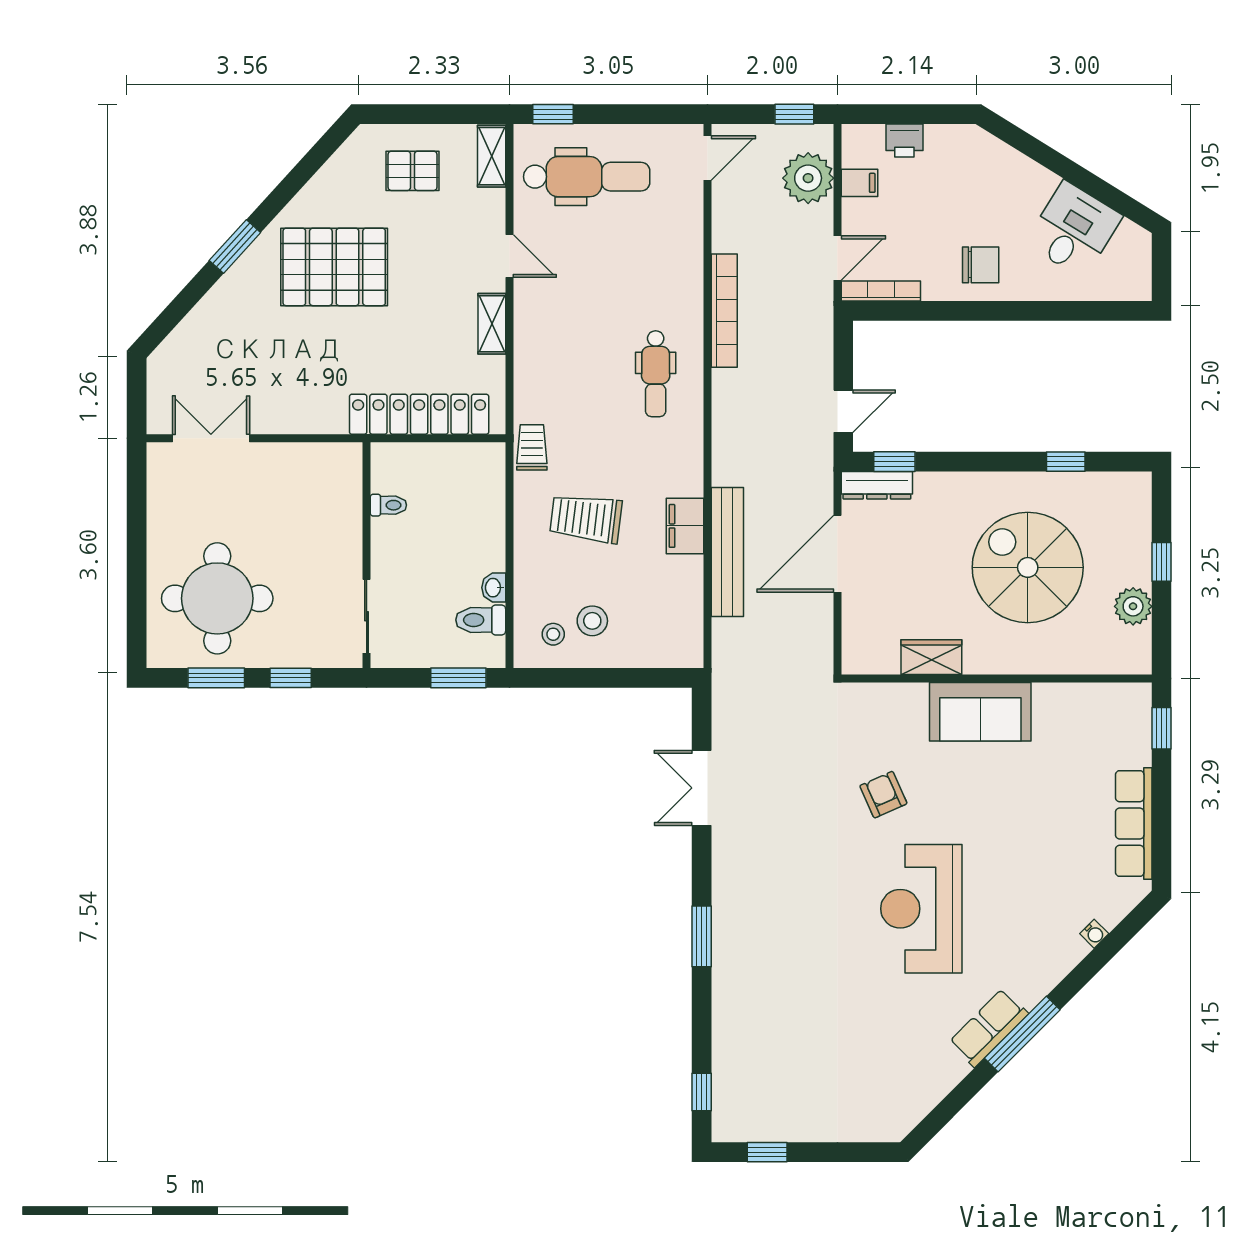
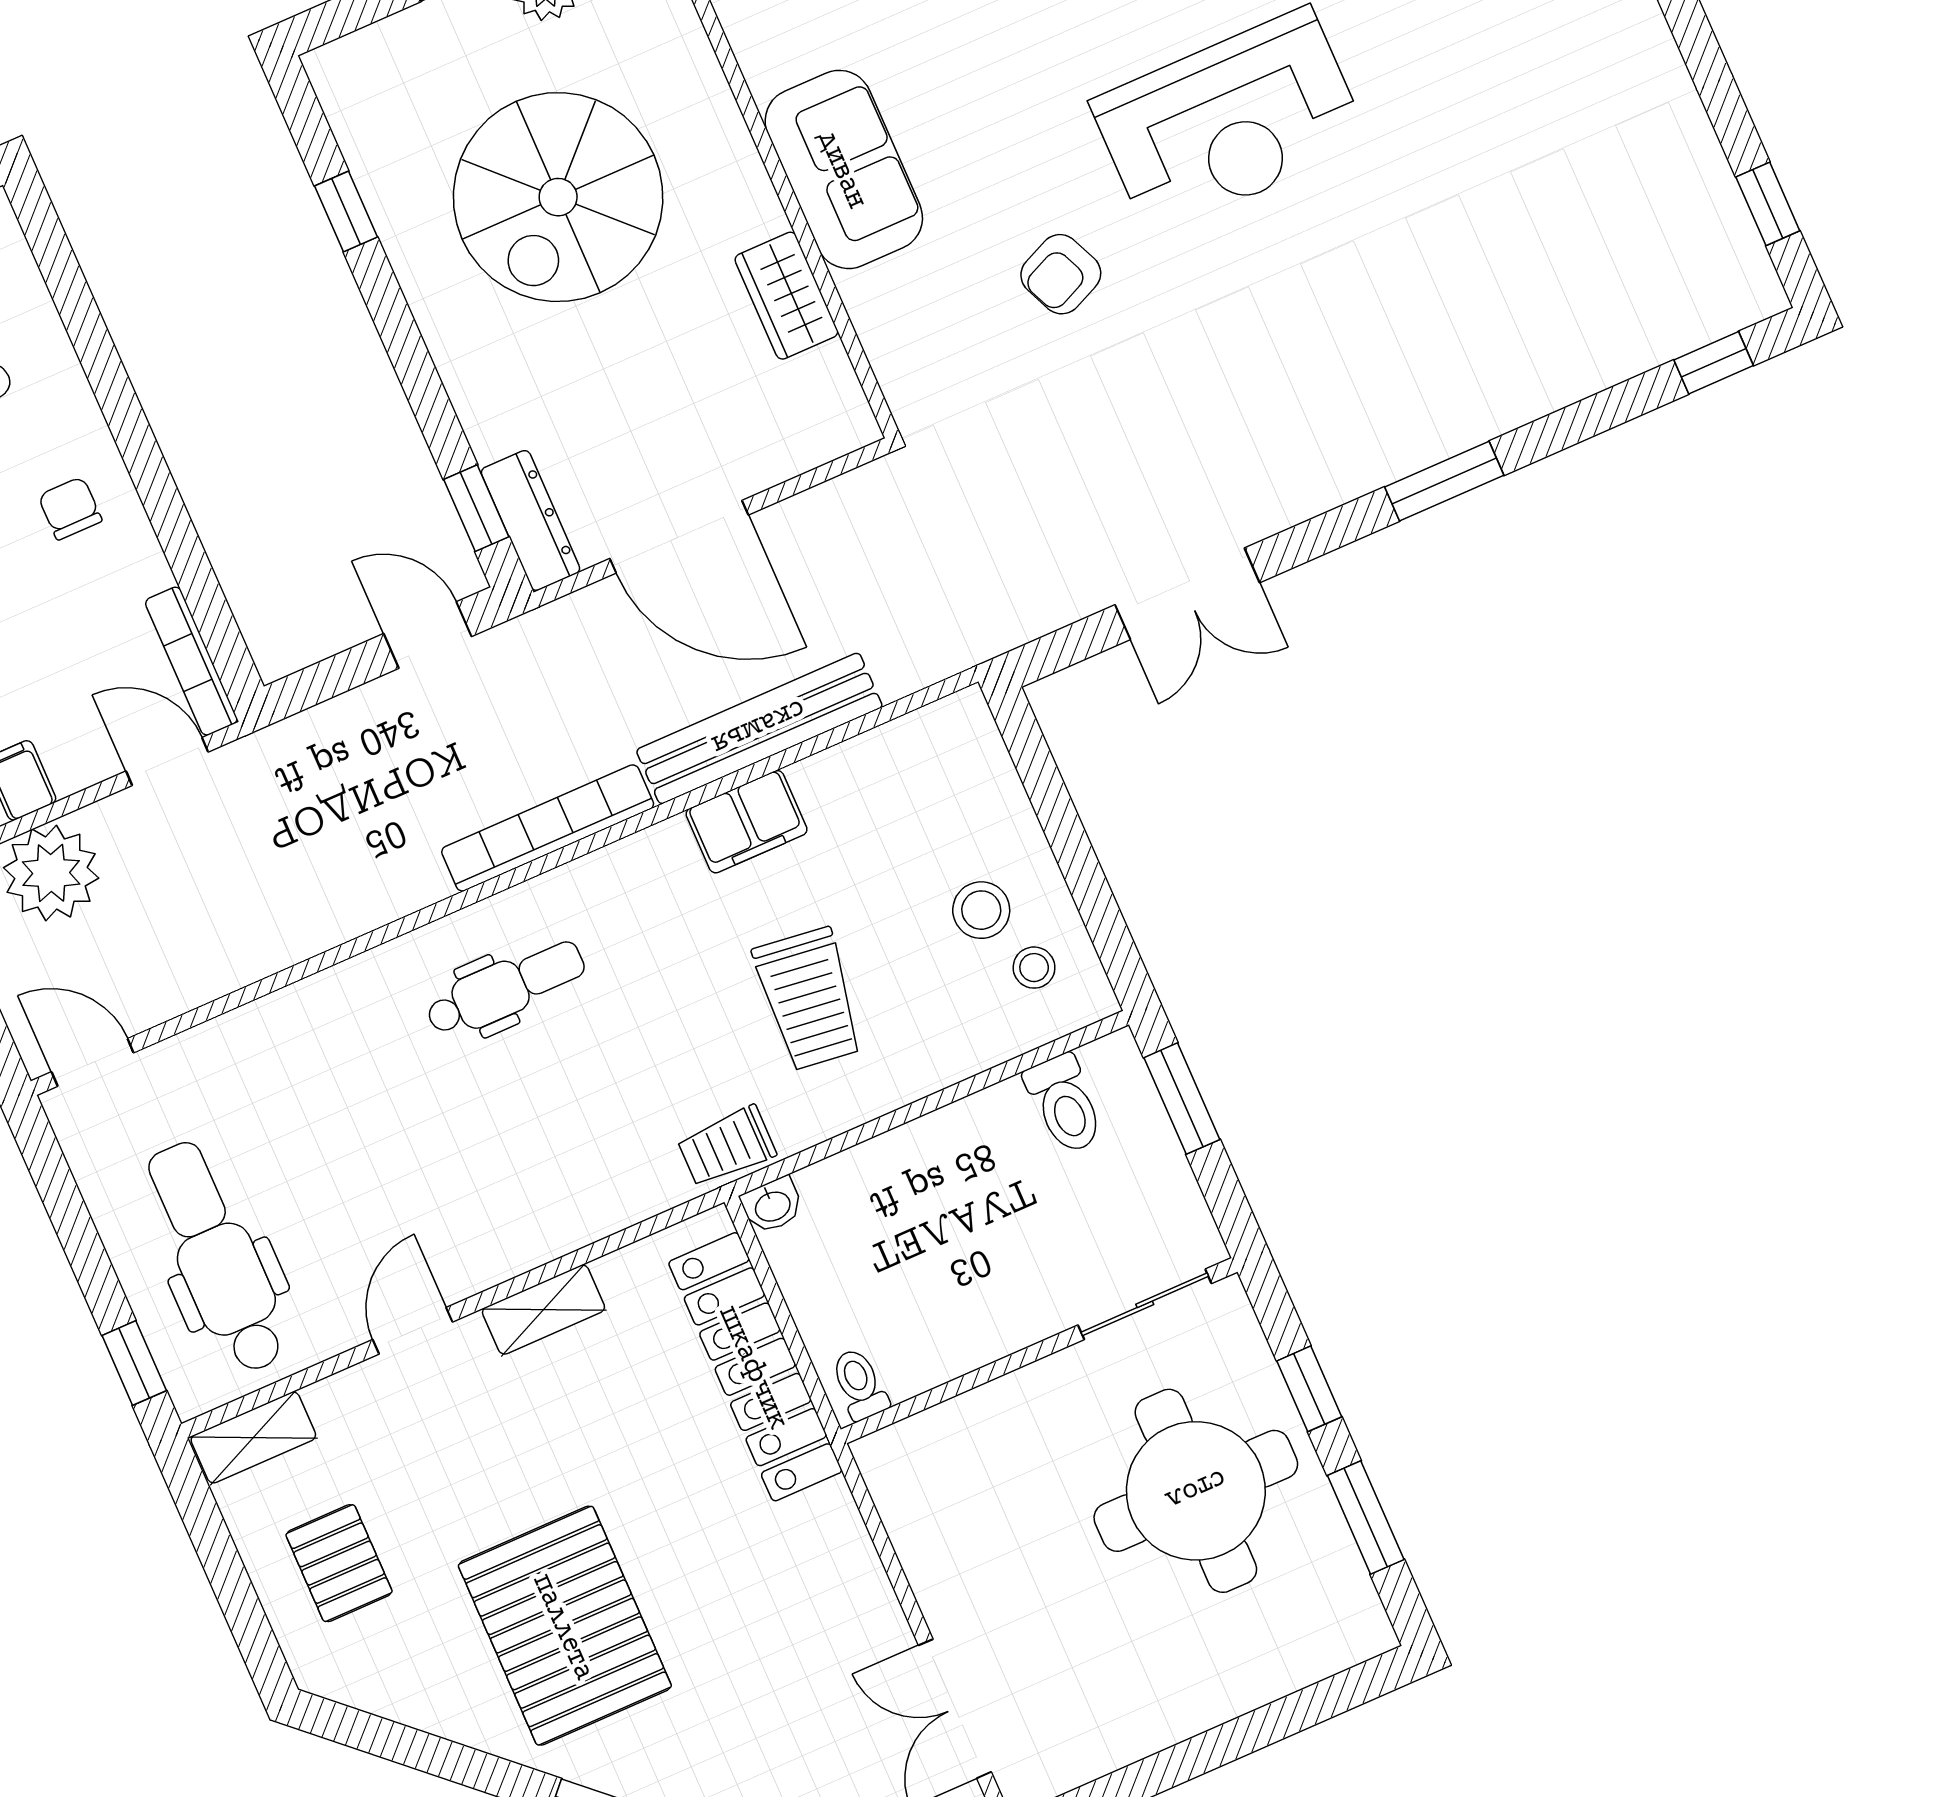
chair: (981, 265) -> (70, 508), width x0.73, depth x0.73
bookcase: (724, 311) -> (548, 828), moved
toilet: (388, 505) -> (860, 1384), moved
washbasin: (494, 588) -> (772, 1205), moved
round table: (217, 598) -> (1196, 1491), moved

